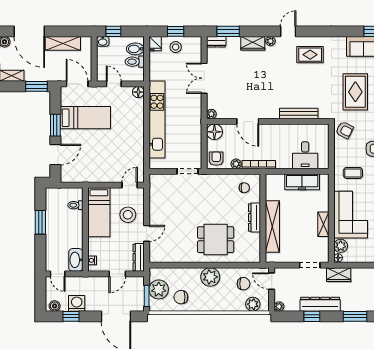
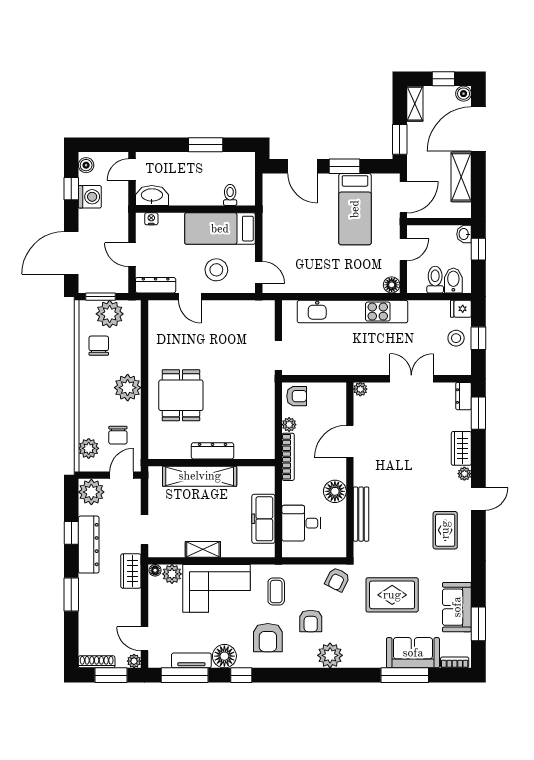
door: (288, 31) -> (478, 499), hinge flipped
floor lamp: (214, 132) -> (335, 491), moved
chair: (244, 188) -> (255, 436), removed
plant: (279, 307) -> (91, 492), width x1.88, depth x1.88

